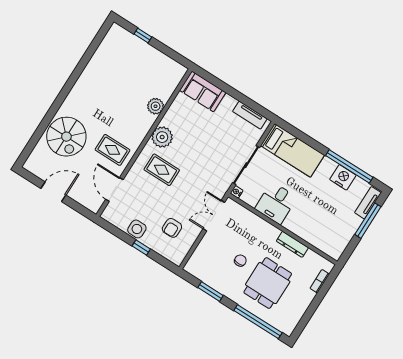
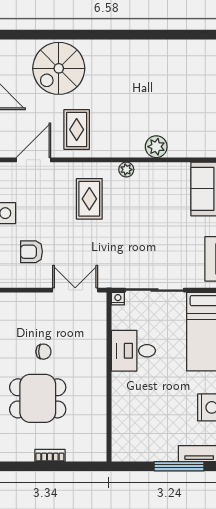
plant: (162, 137) -> (126, 170), width x0.53, depth x0.53
dresser: (292, 244) -> (99, 398), removed
bookcase: (320, 281) -> (50, 455), moved

